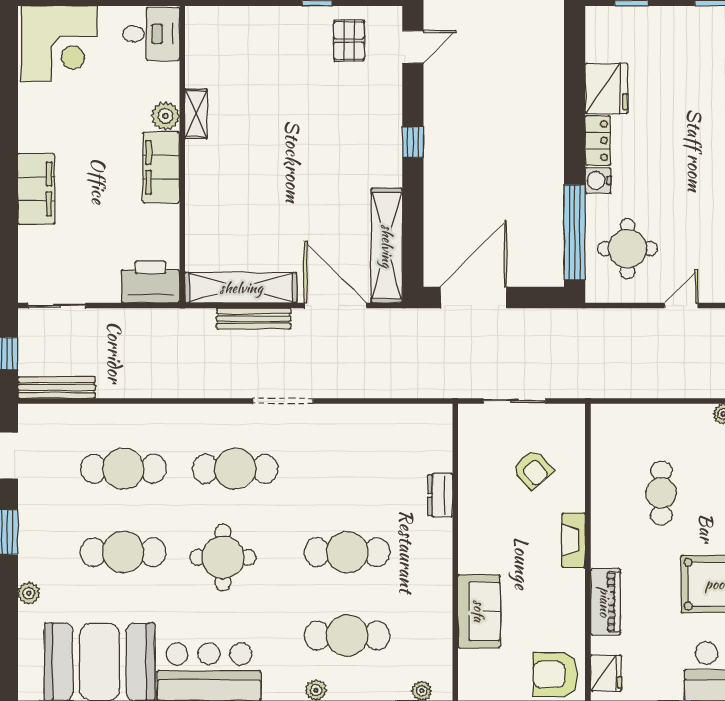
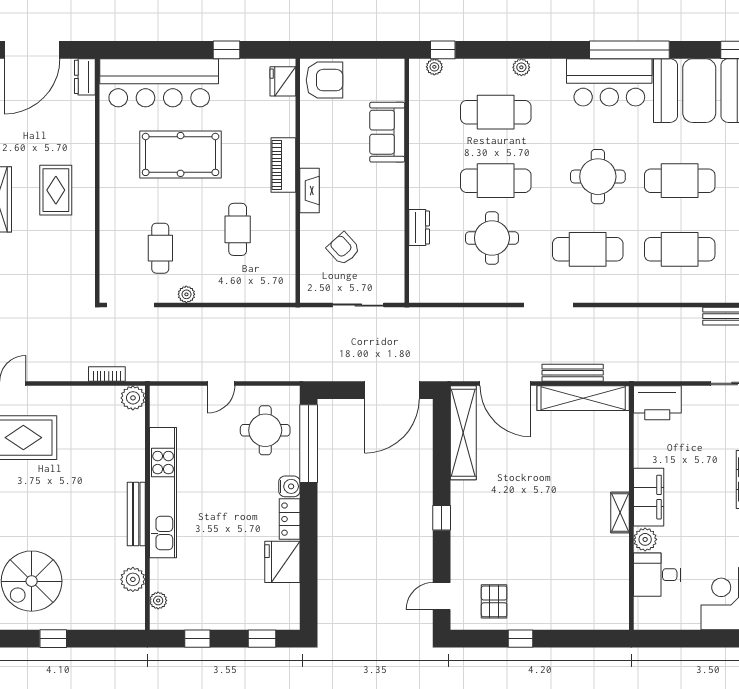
desk: (151, 34) -> (657, 575), moved
shelving: (196, 114) -> (620, 512), moved
round table: (352, 483) -> (492, 238), added
piano: (605, 602) -> (283, 165), moved

